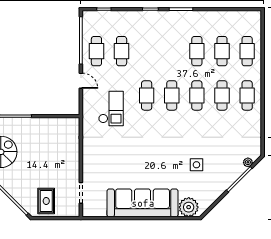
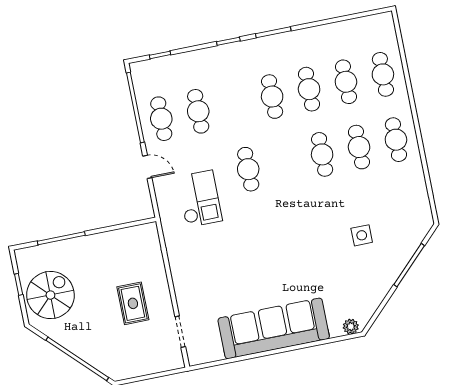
cafe table: (172, 95) -> (272, 97), moved
plant: (248, 162) -> (417, 238), removed
side table: (196, 165) -> (362, 235), moved
rug: (46, 201) -> (133, 303), moved
plant: (189, 207) -> (351, 327), width x0.53, depth x0.53

